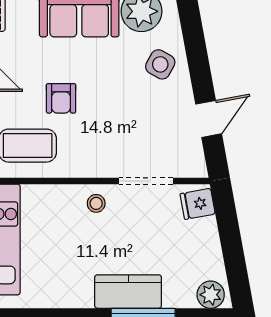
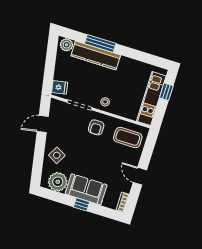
armchair: (61, 98) -> (96, 127), moved, turned 180
kitchen counter: (128, 292) -> (96, 55), width x1.50

